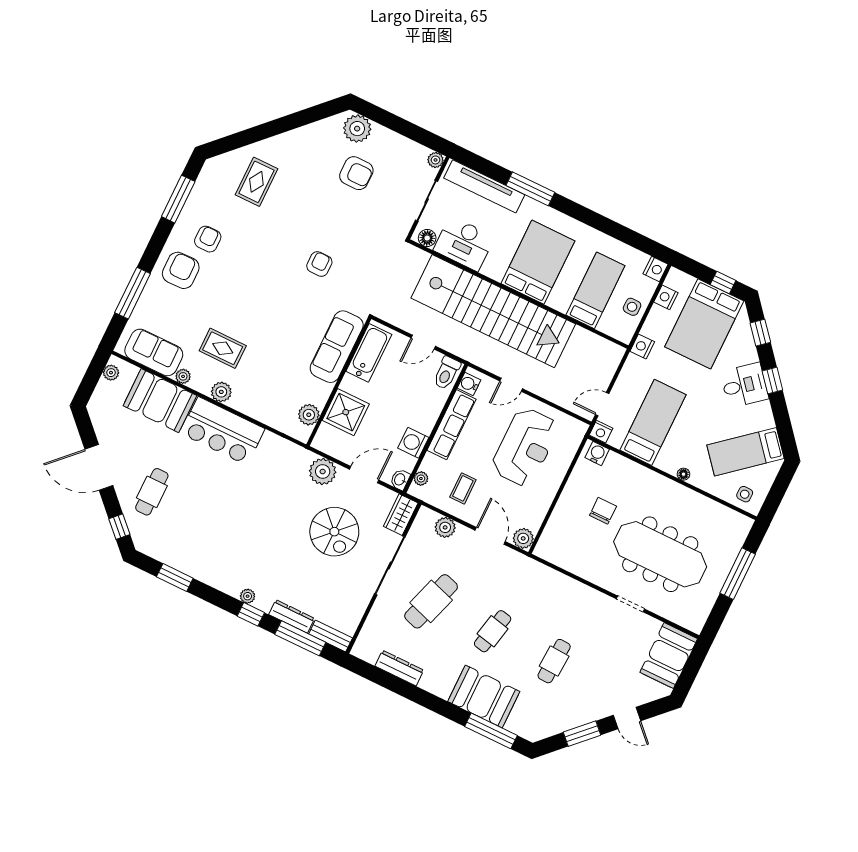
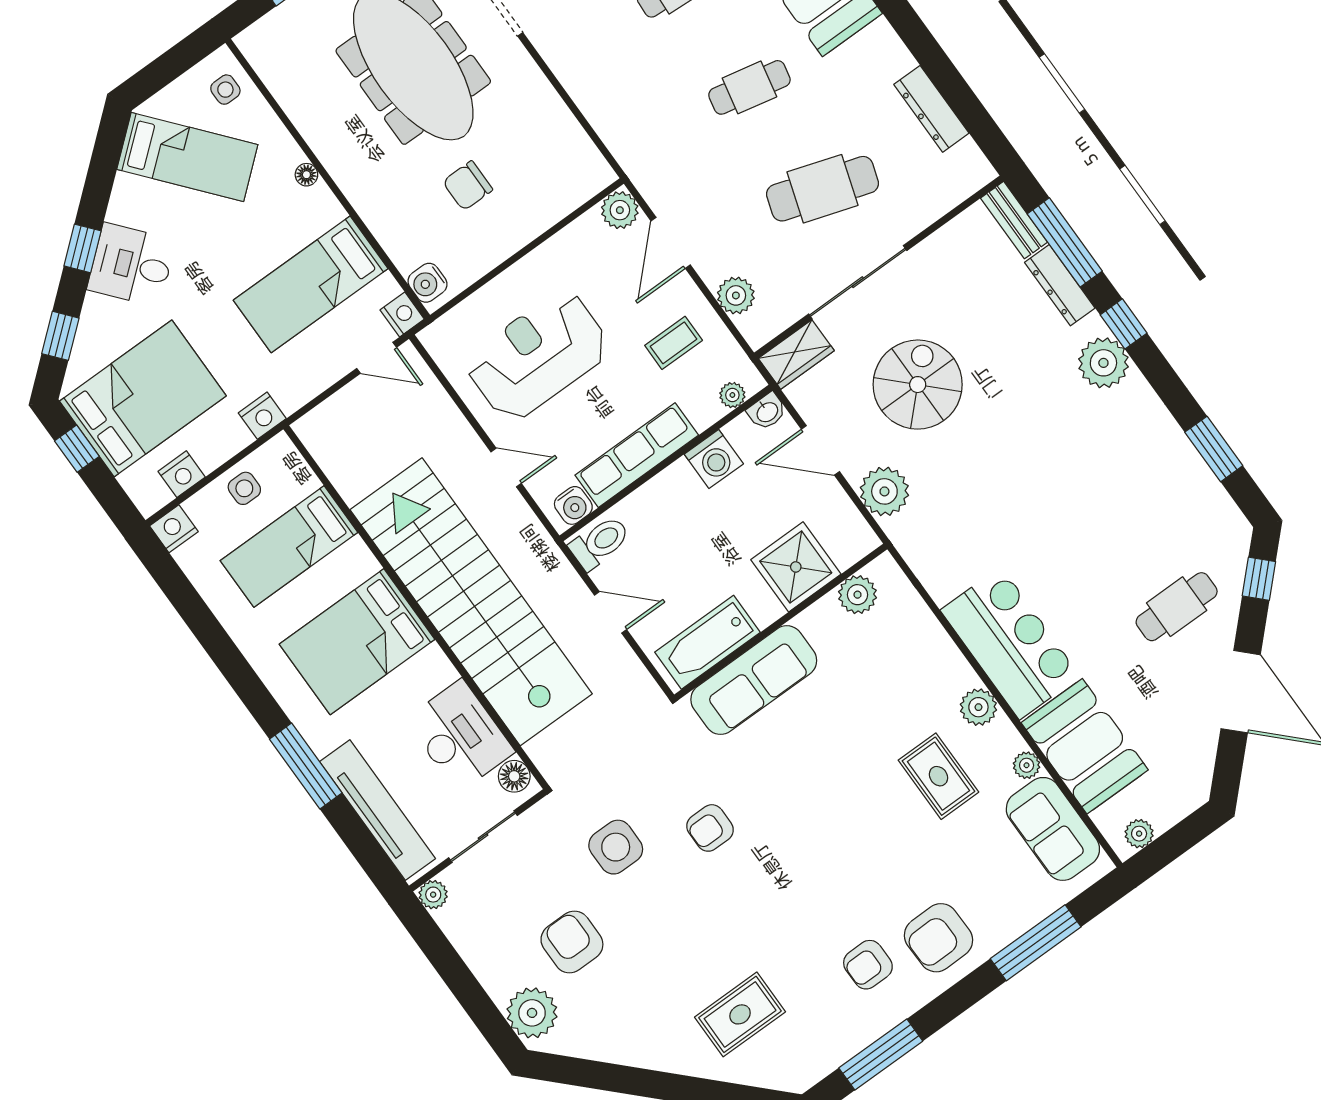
side table: (360, 230) -> (616, 847), added
plant: (248, 596) -> (1103, 363), width x1.88, depth x1.88

